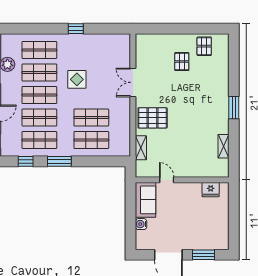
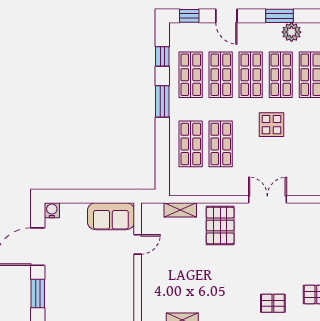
pallet: (182, 62) -> (273, 303), moved
fridge: (211, 190) -> (125, 303), removed
water cooler: (141, 224) -> (52, 210), moved

